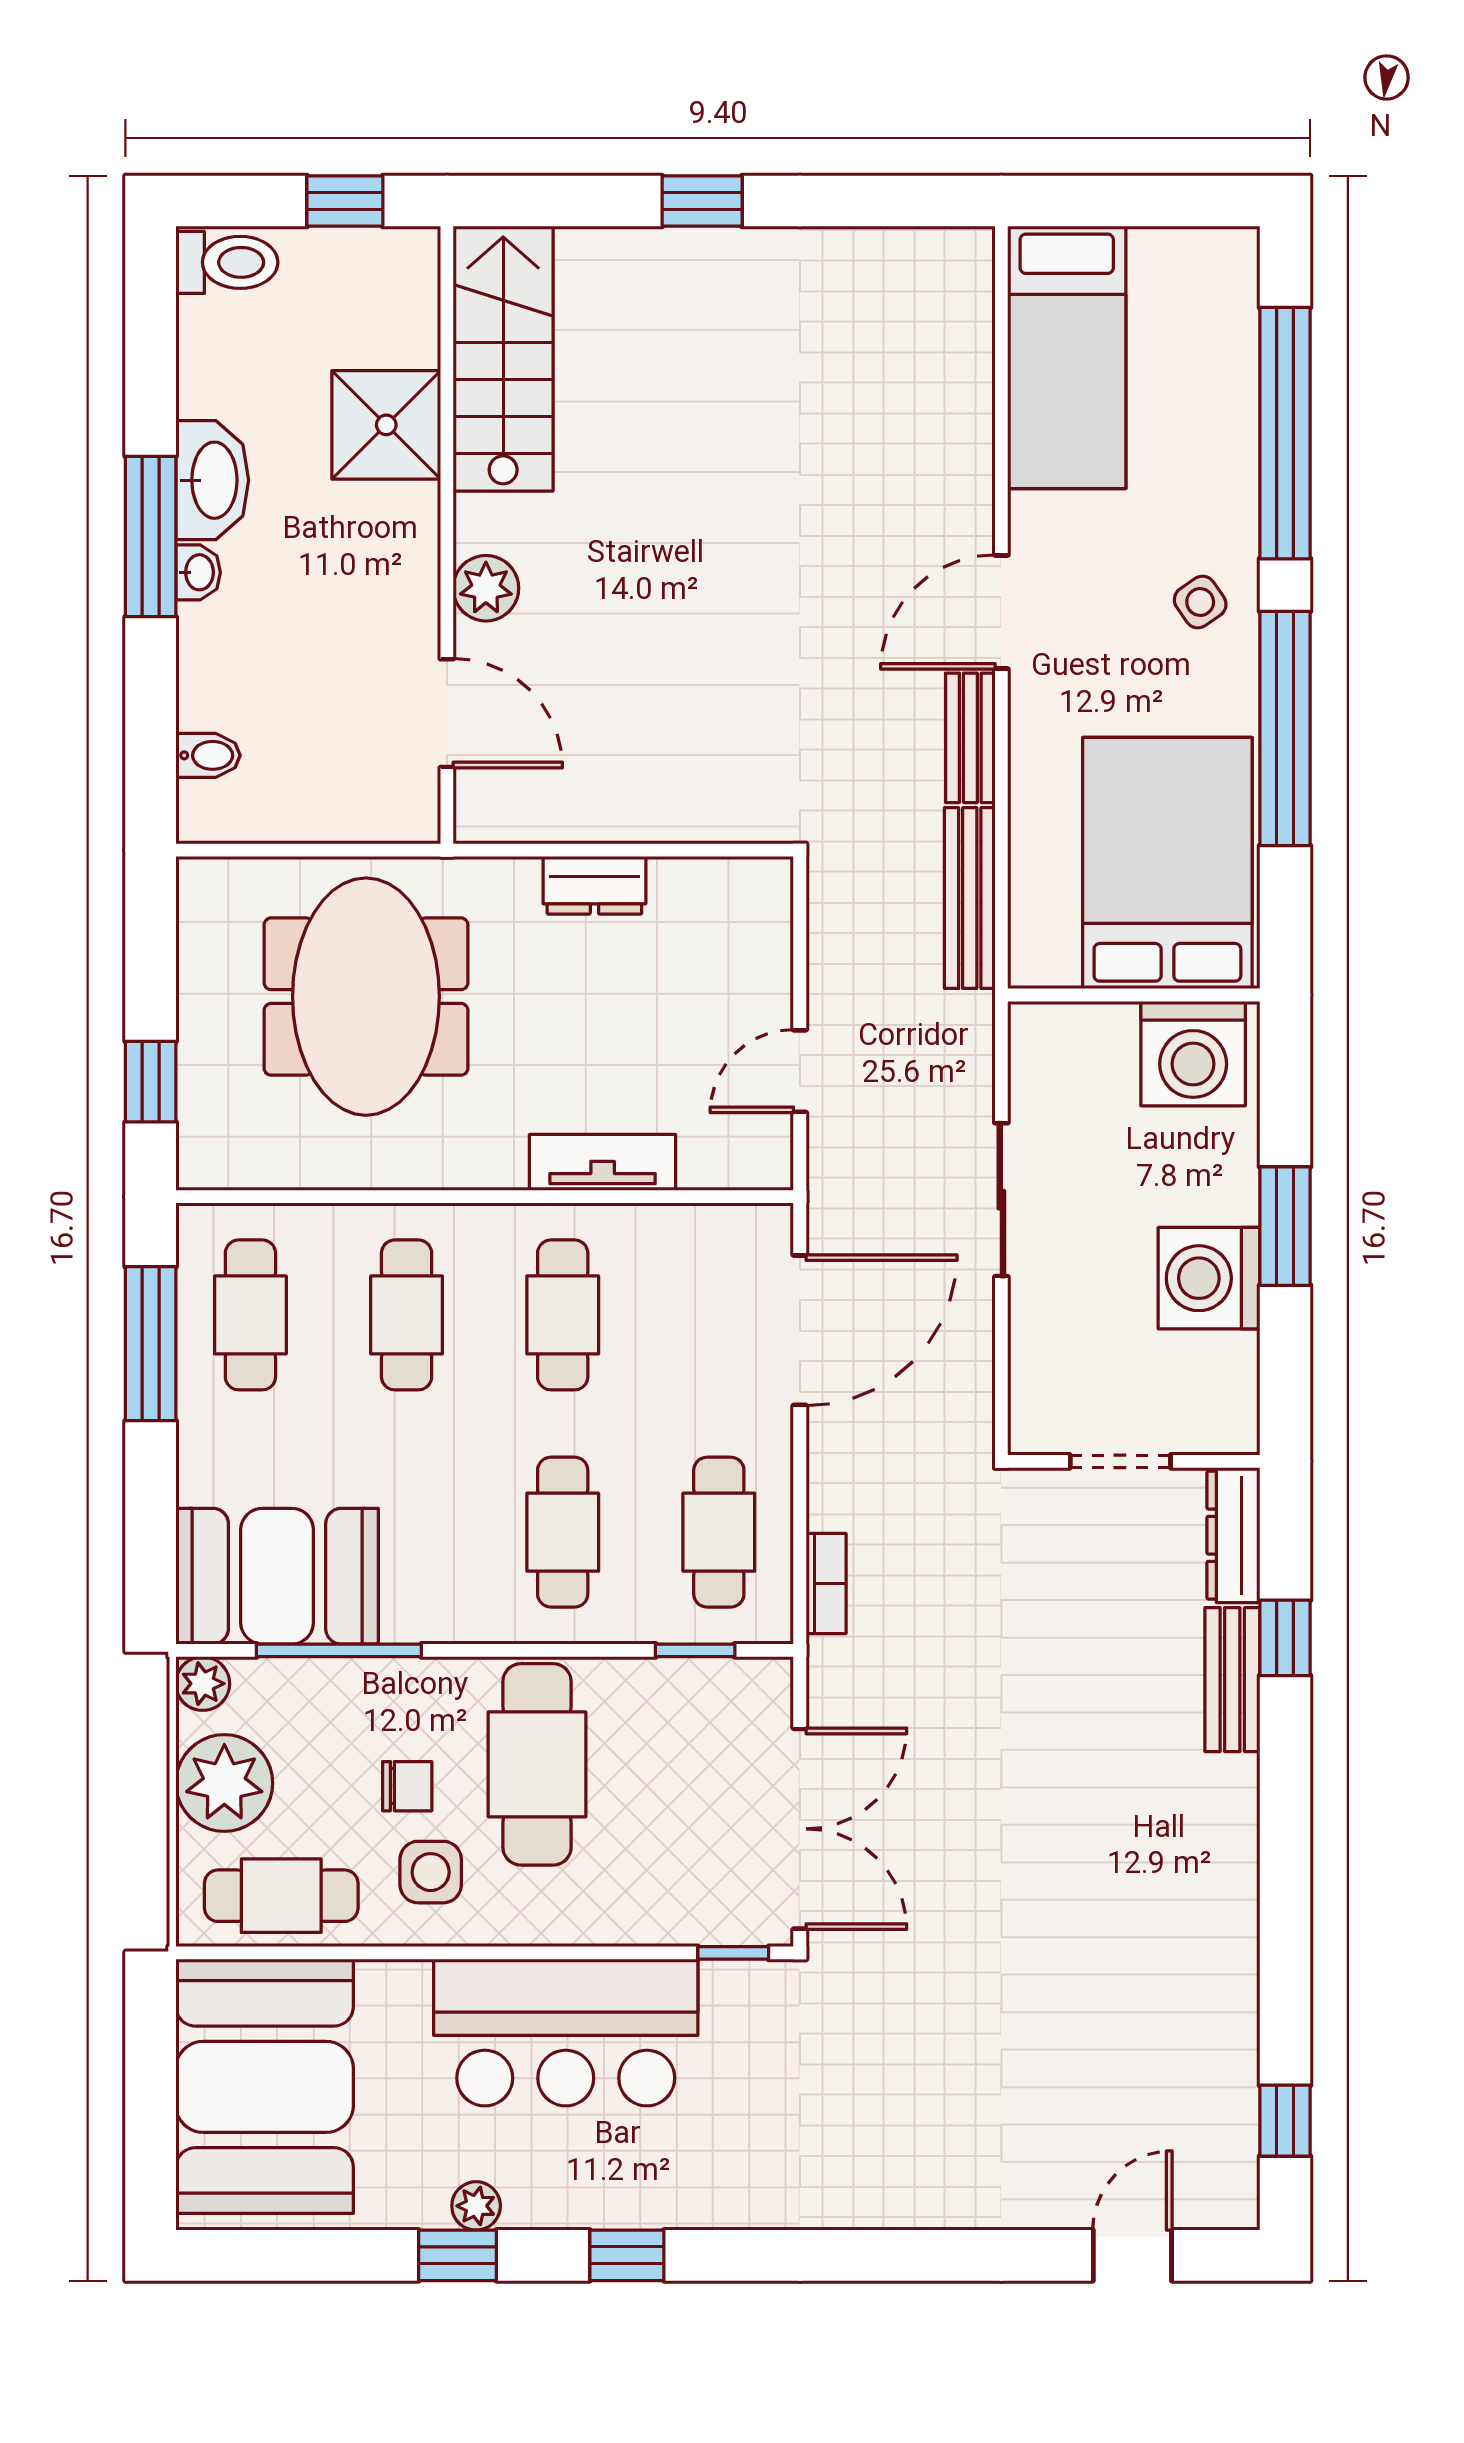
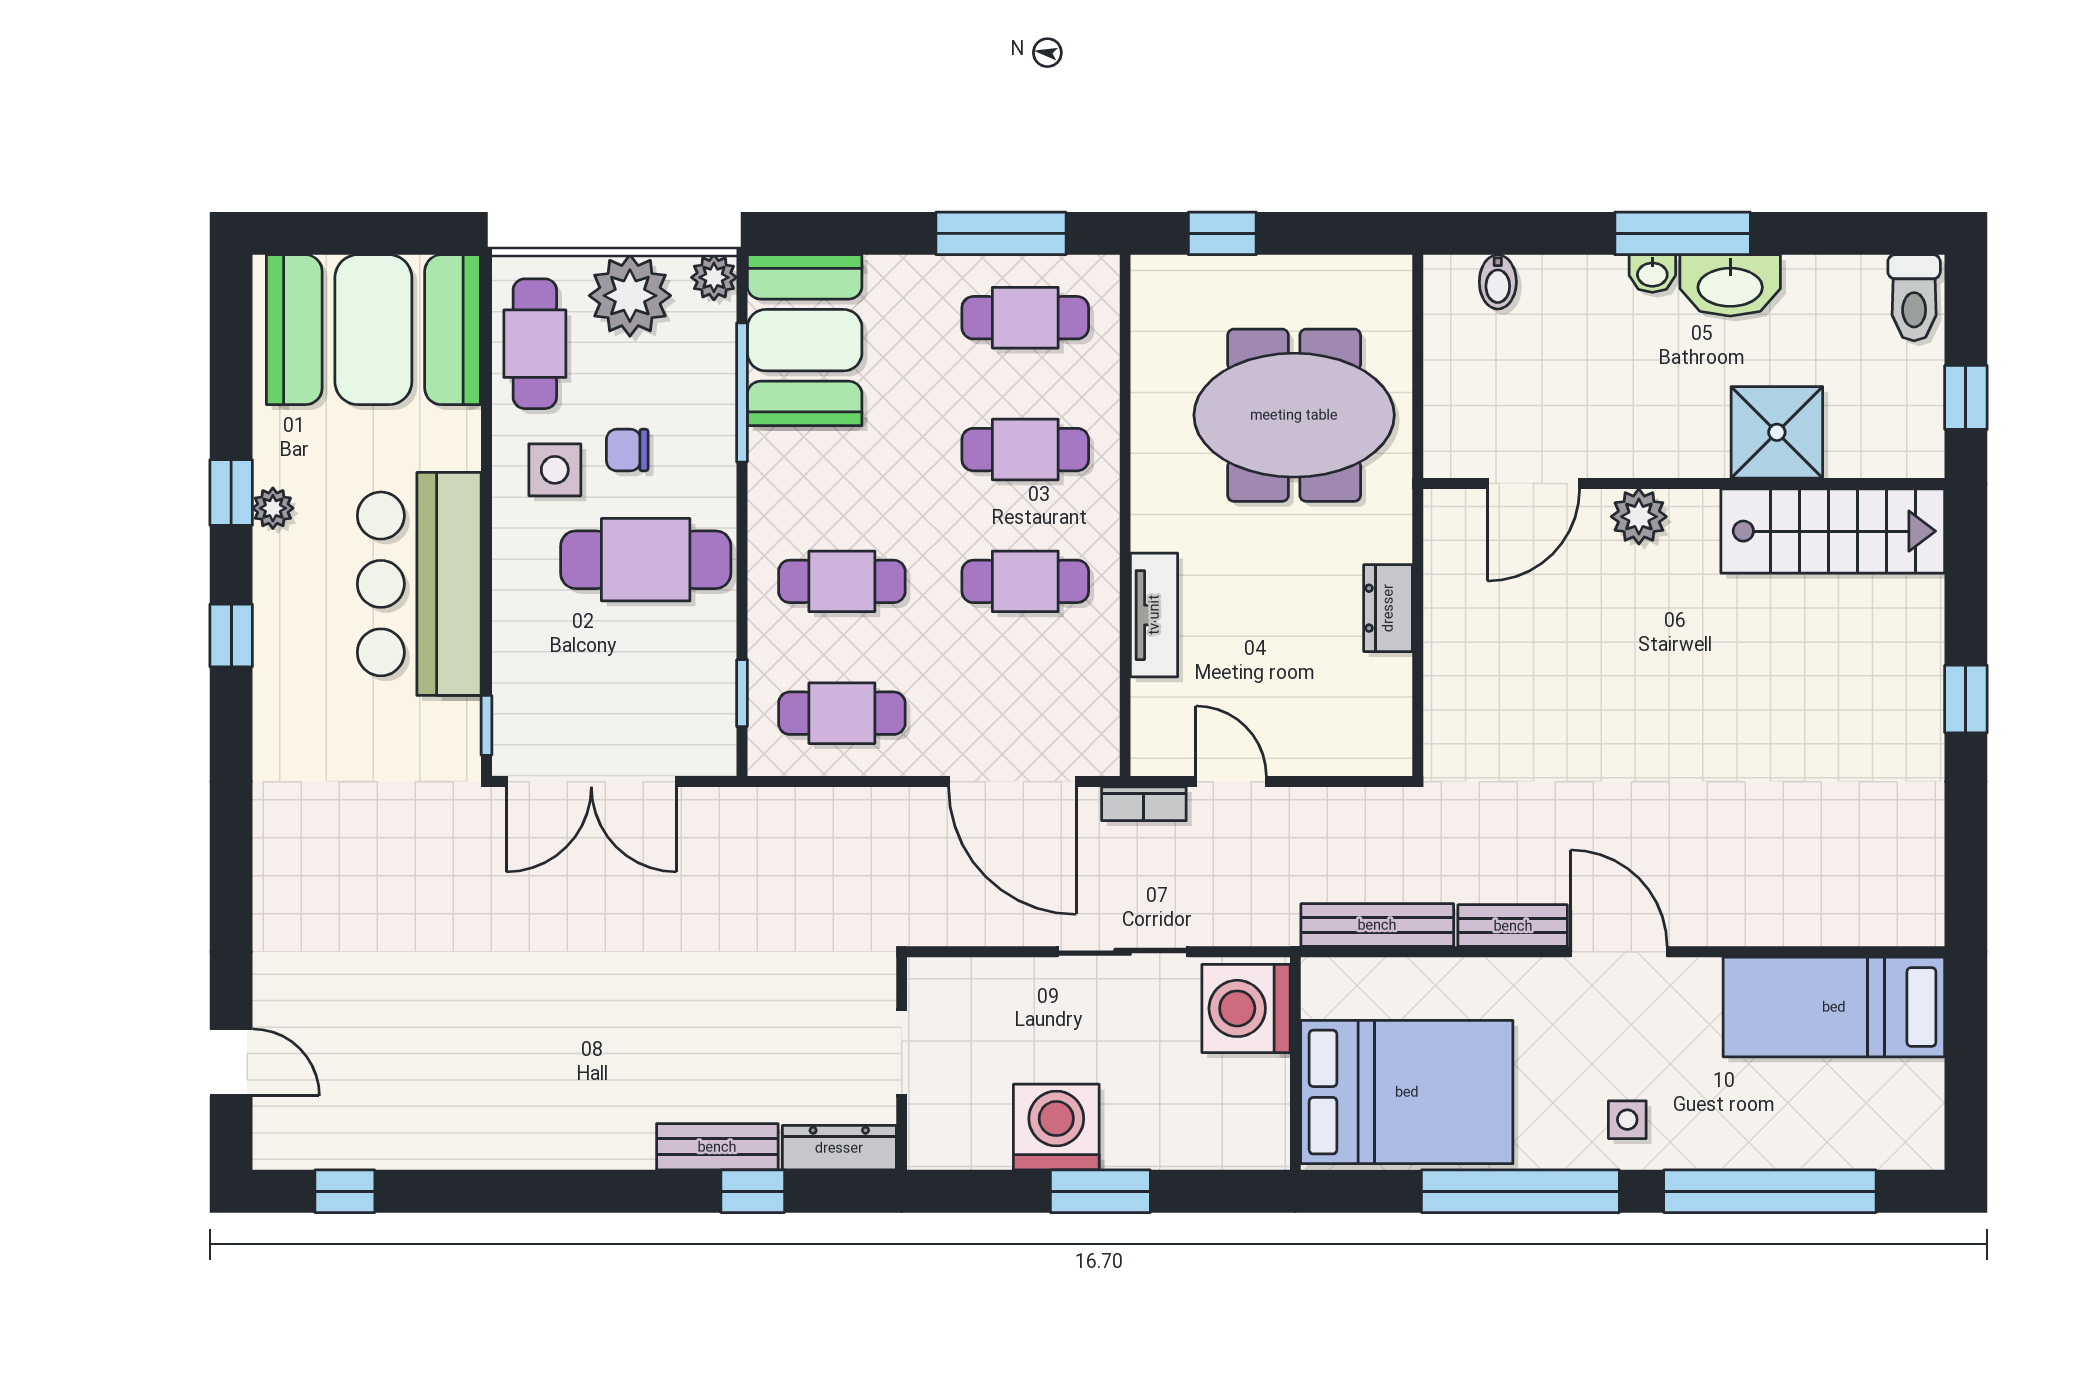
side table: (1200, 602) -> (1627, 1120), turned 35
washing machine: (1193, 1054) -> (1246, 1008), moved
bookcase: (826, 1583) -> (1144, 804), moved
chair: (407, 1786) -> (627, 450), turned 90

